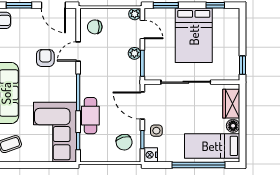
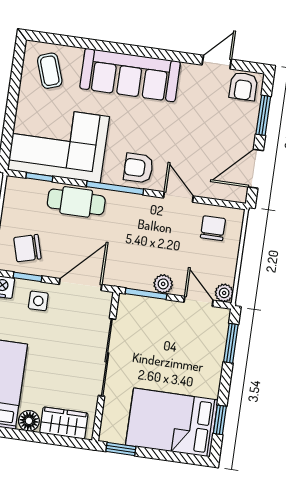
door: (142, 29) -> (198, 301), swing flipped
bed: (194, 35) -> (172, 422), moved
armchair: (45, 58) -> (138, 168), moved, turned 180

